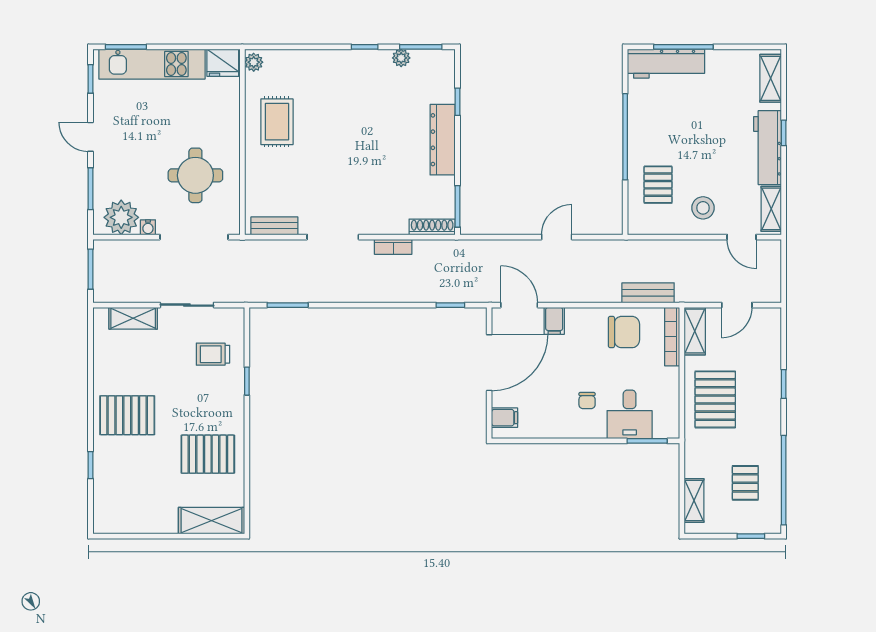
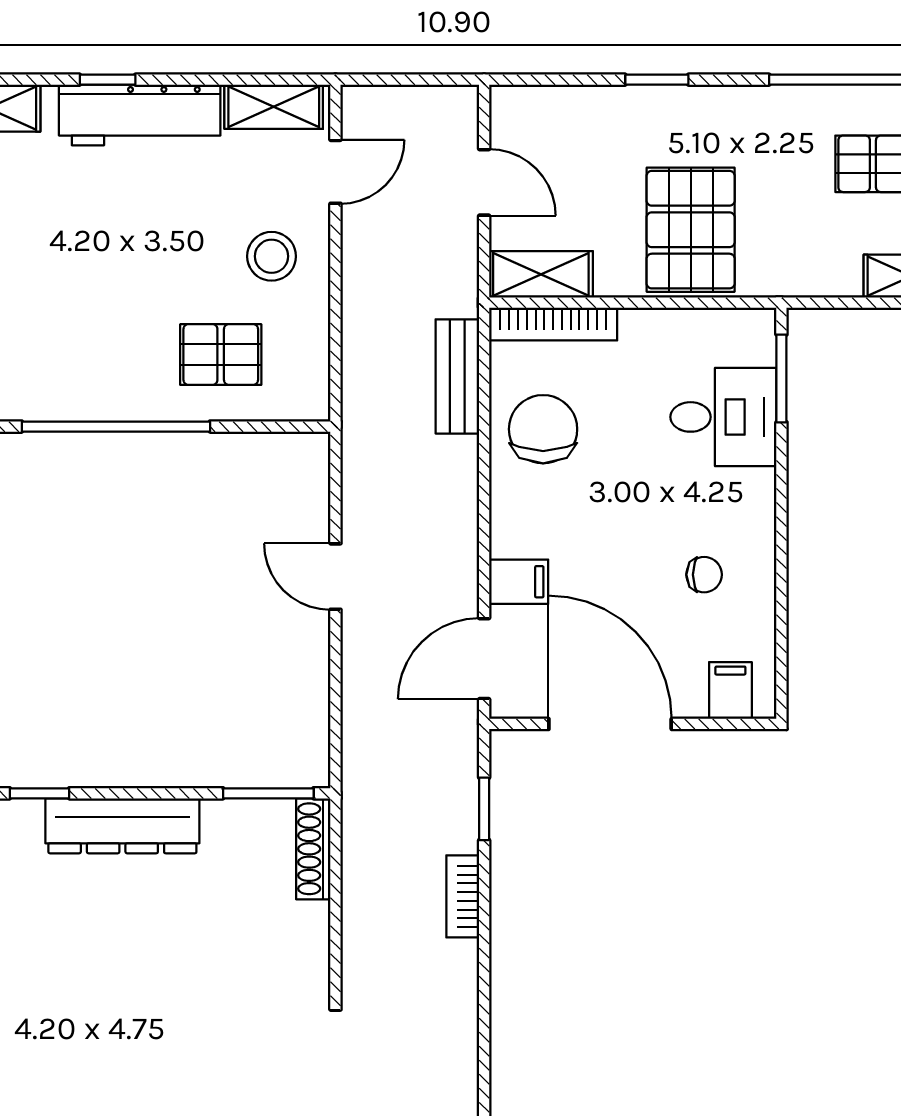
bookcase: (393, 247) -> (463, 896), moved, turned 180
pallet: (715, 399) -> (691, 230), turned 90
chair: (587, 401) -> (704, 575), moved

